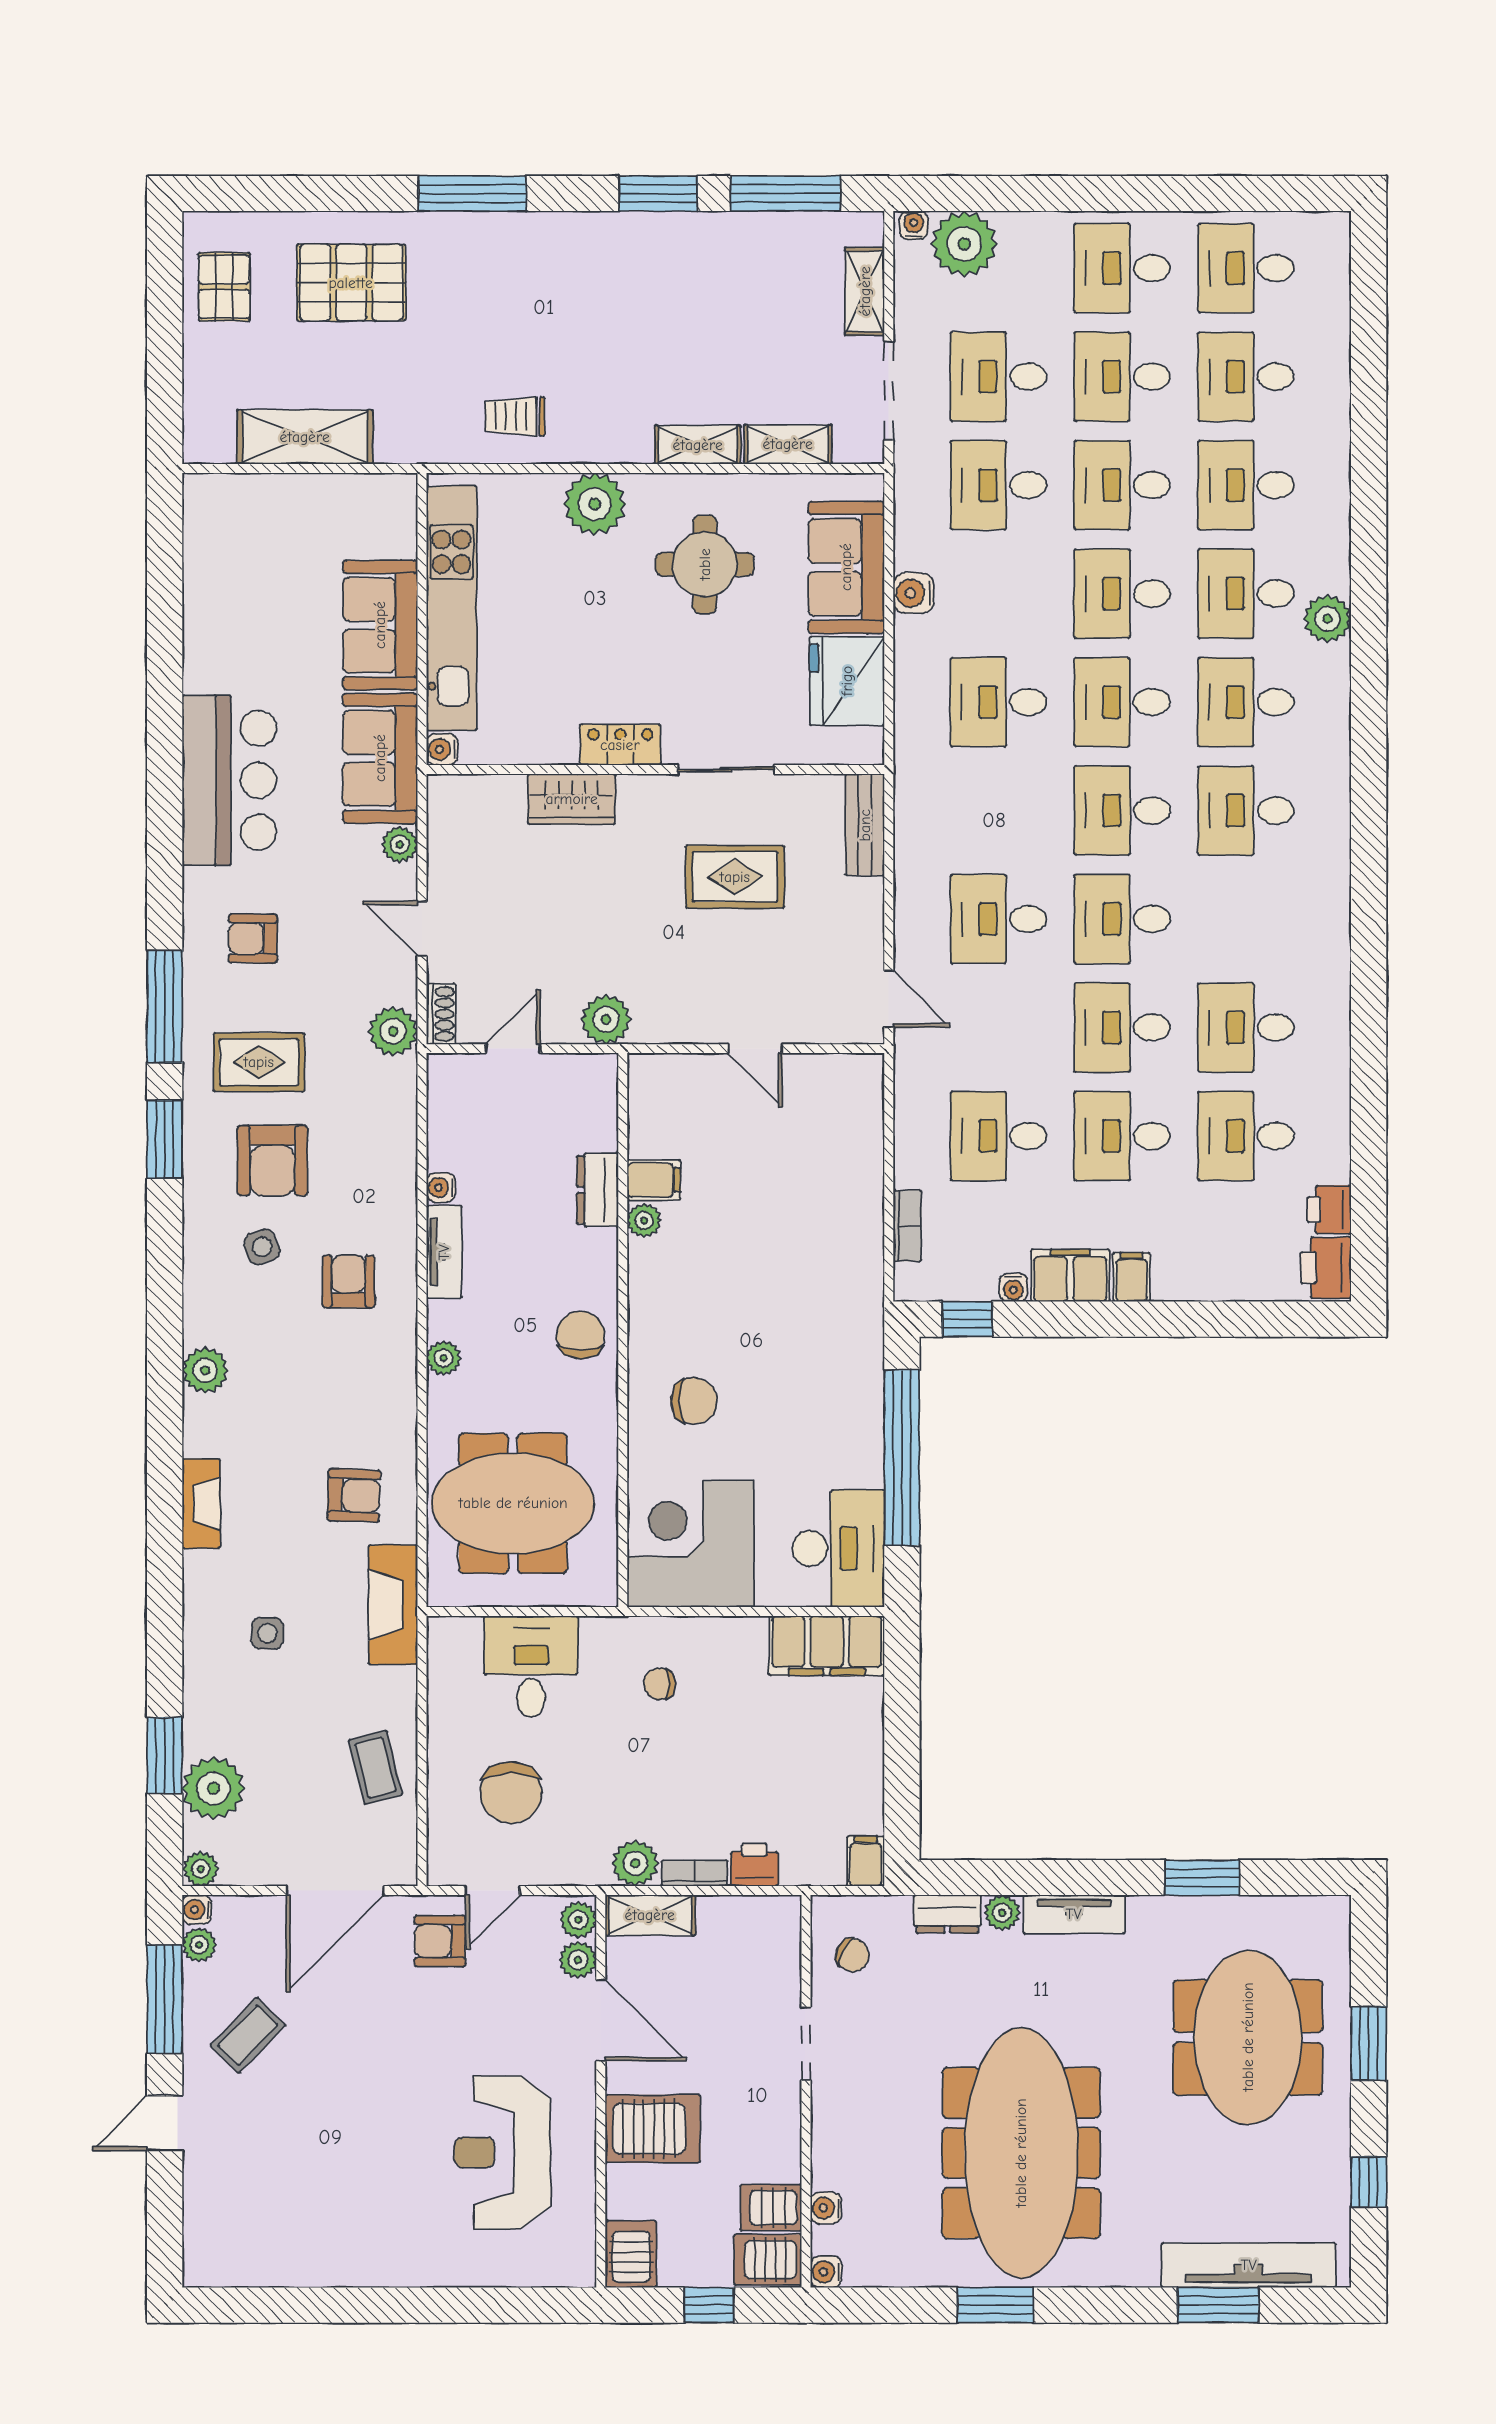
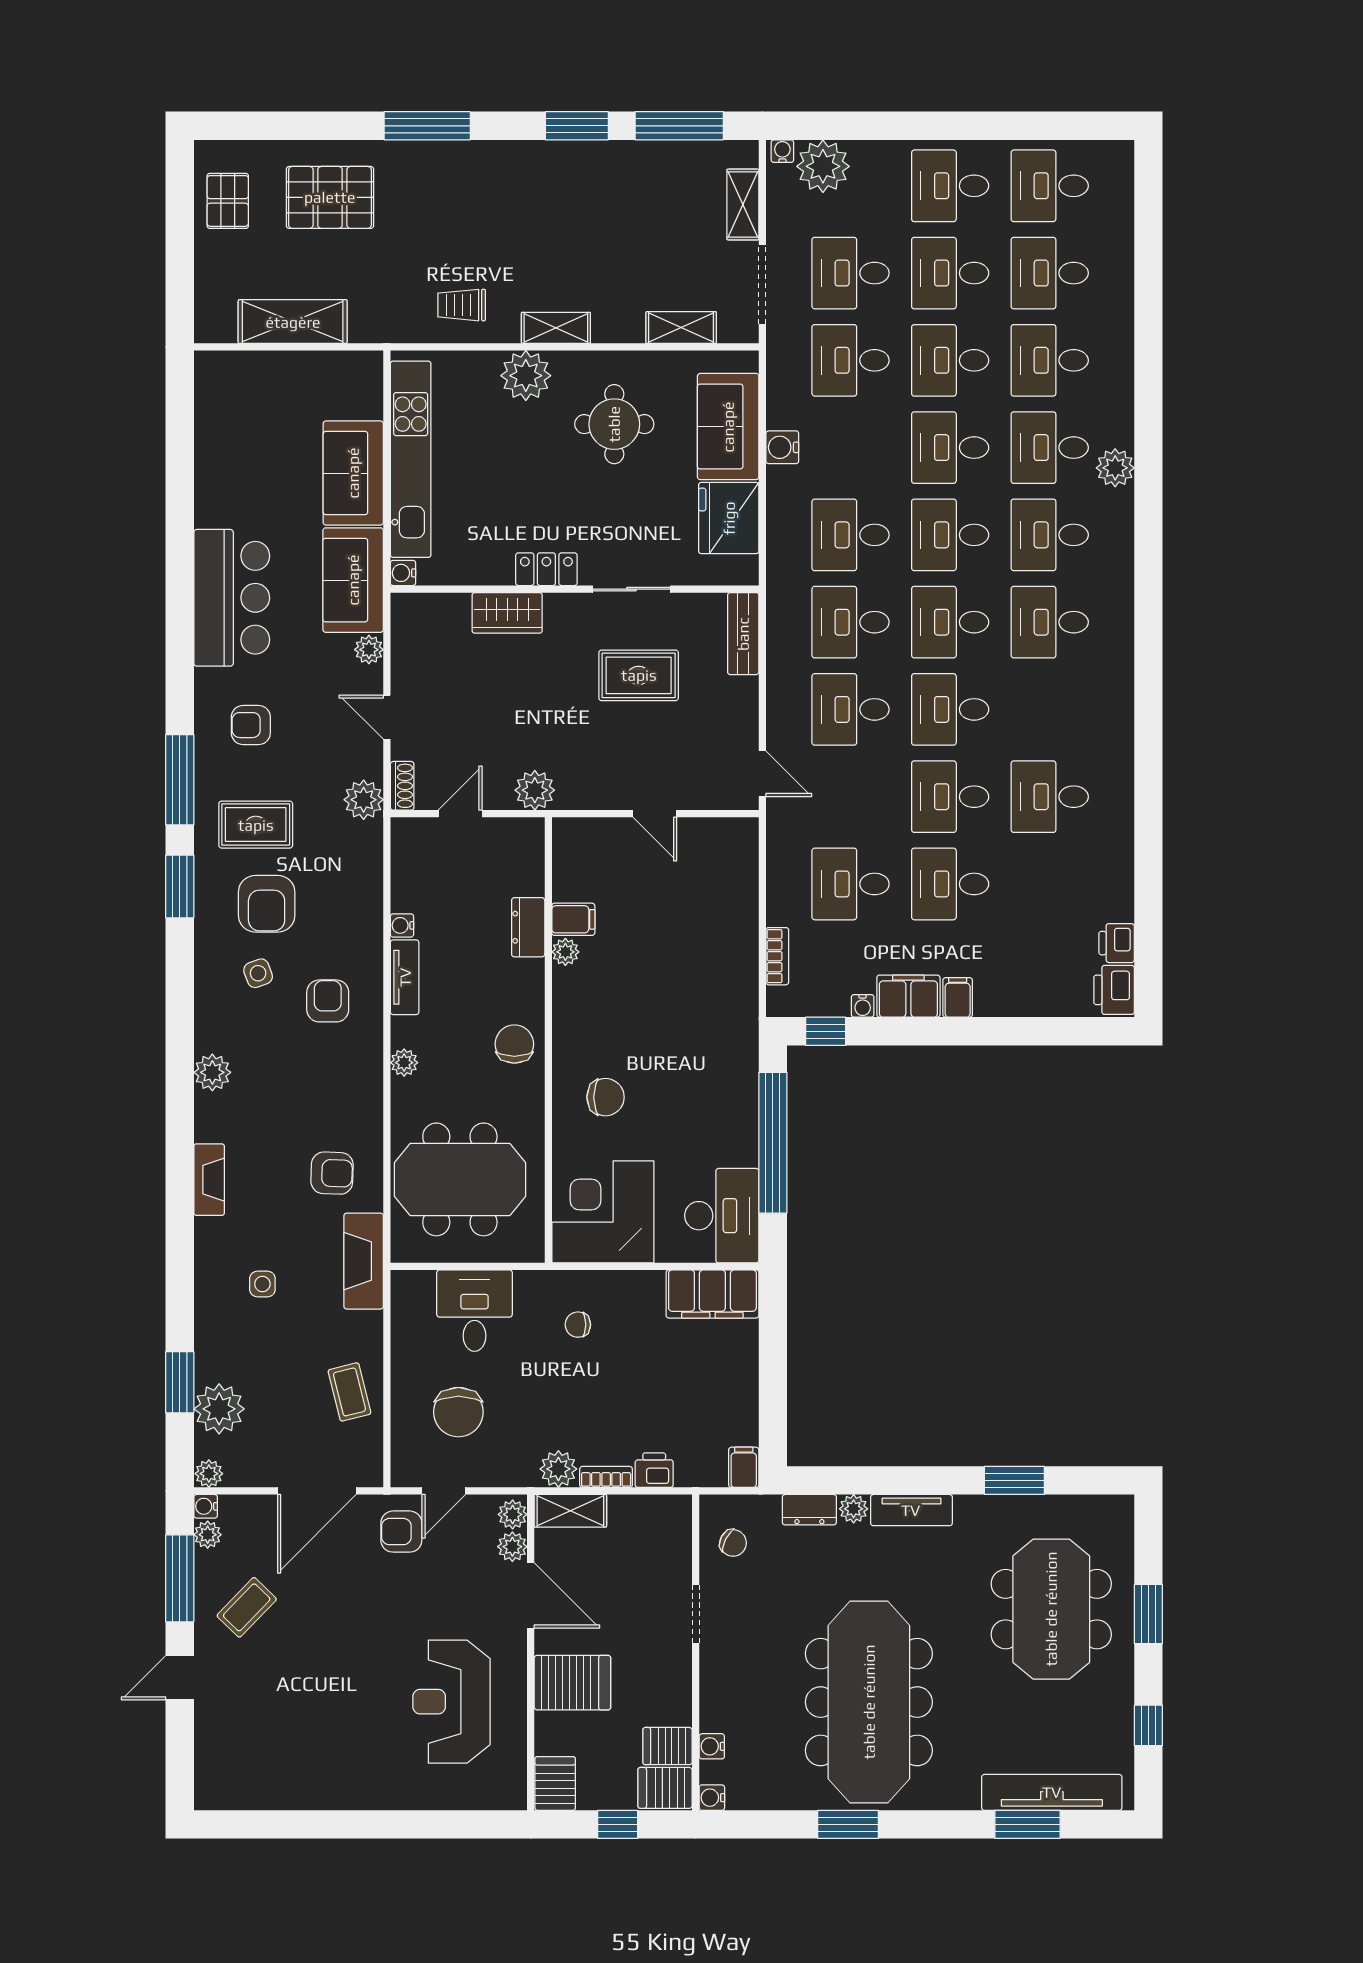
shelving: (698, 445) -> (556, 328), moved
desk: (1246, 1136) -> (851, 622), moved

